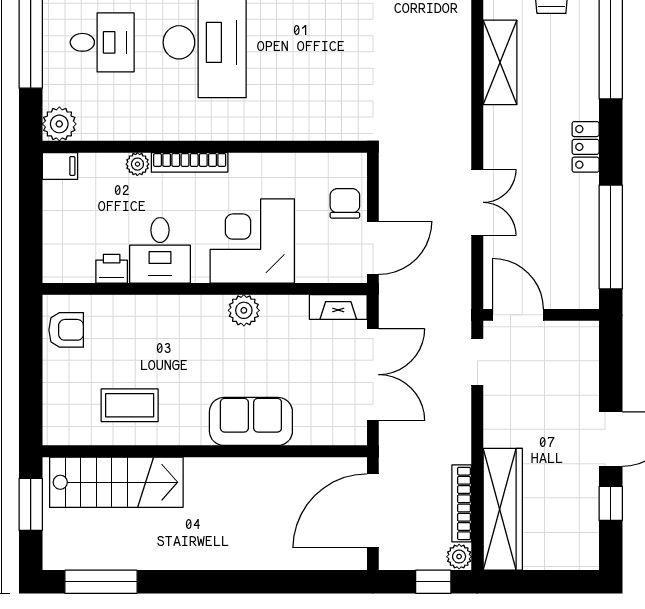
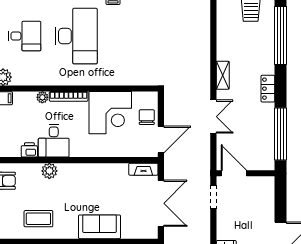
shelving: (500, 62) -> (223, 75), moved, width x0.67, depth x0.75
corner desk: (252, 241) -> (110, 113), moved, turned 180
plant: (244, 310) -> (49, 171), moved

